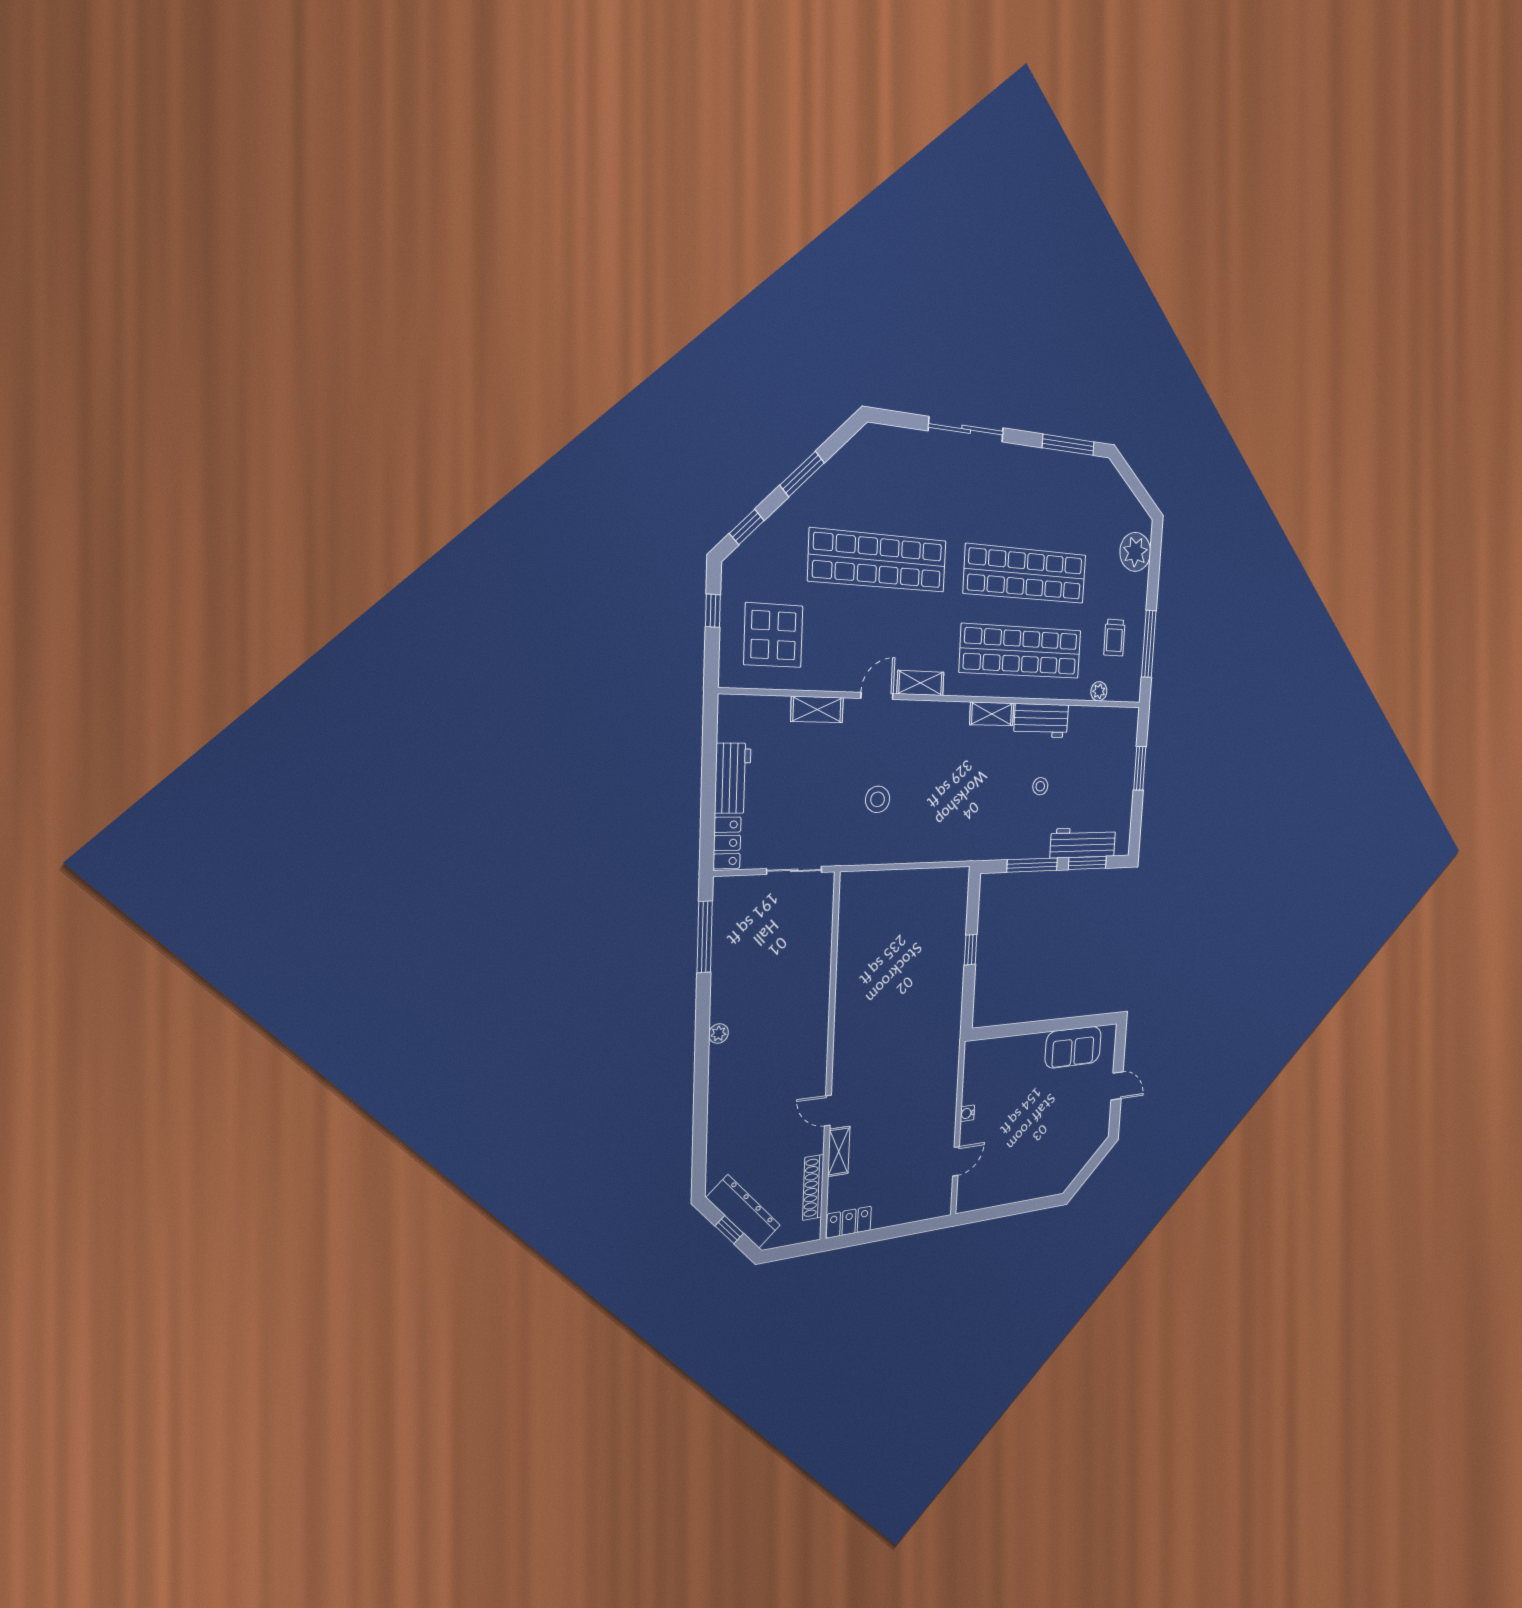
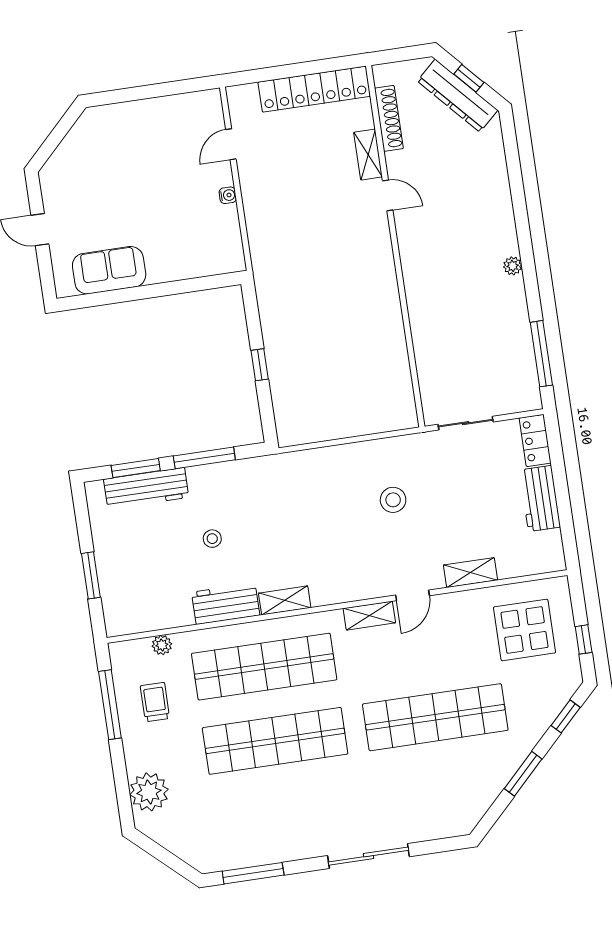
locker: (849, 1222) -> (314, 89), width x2.16, depth x1.21

